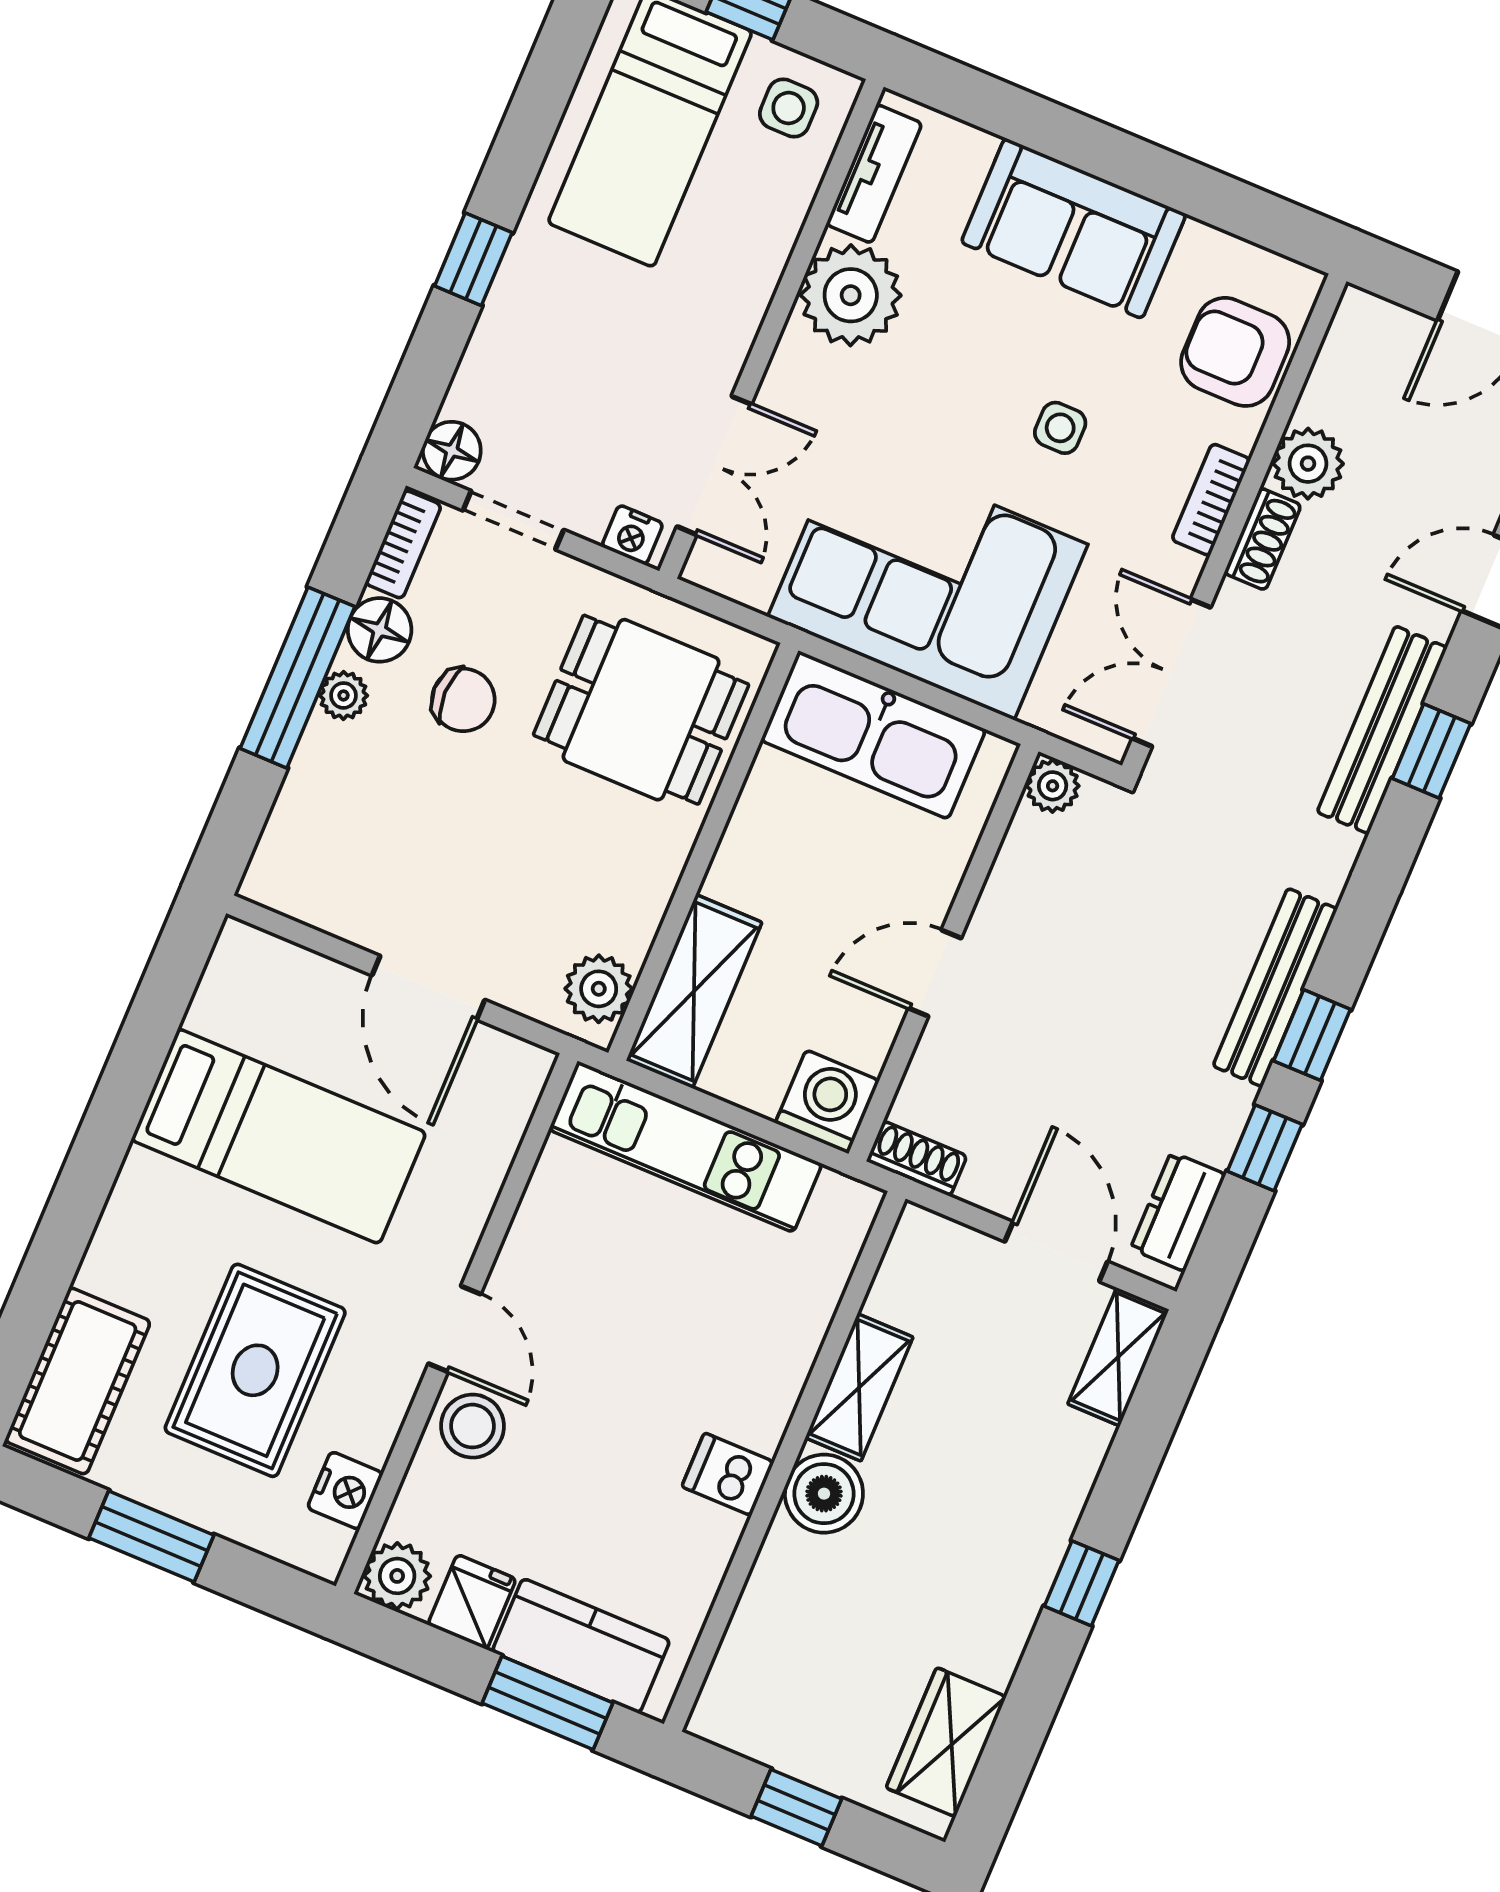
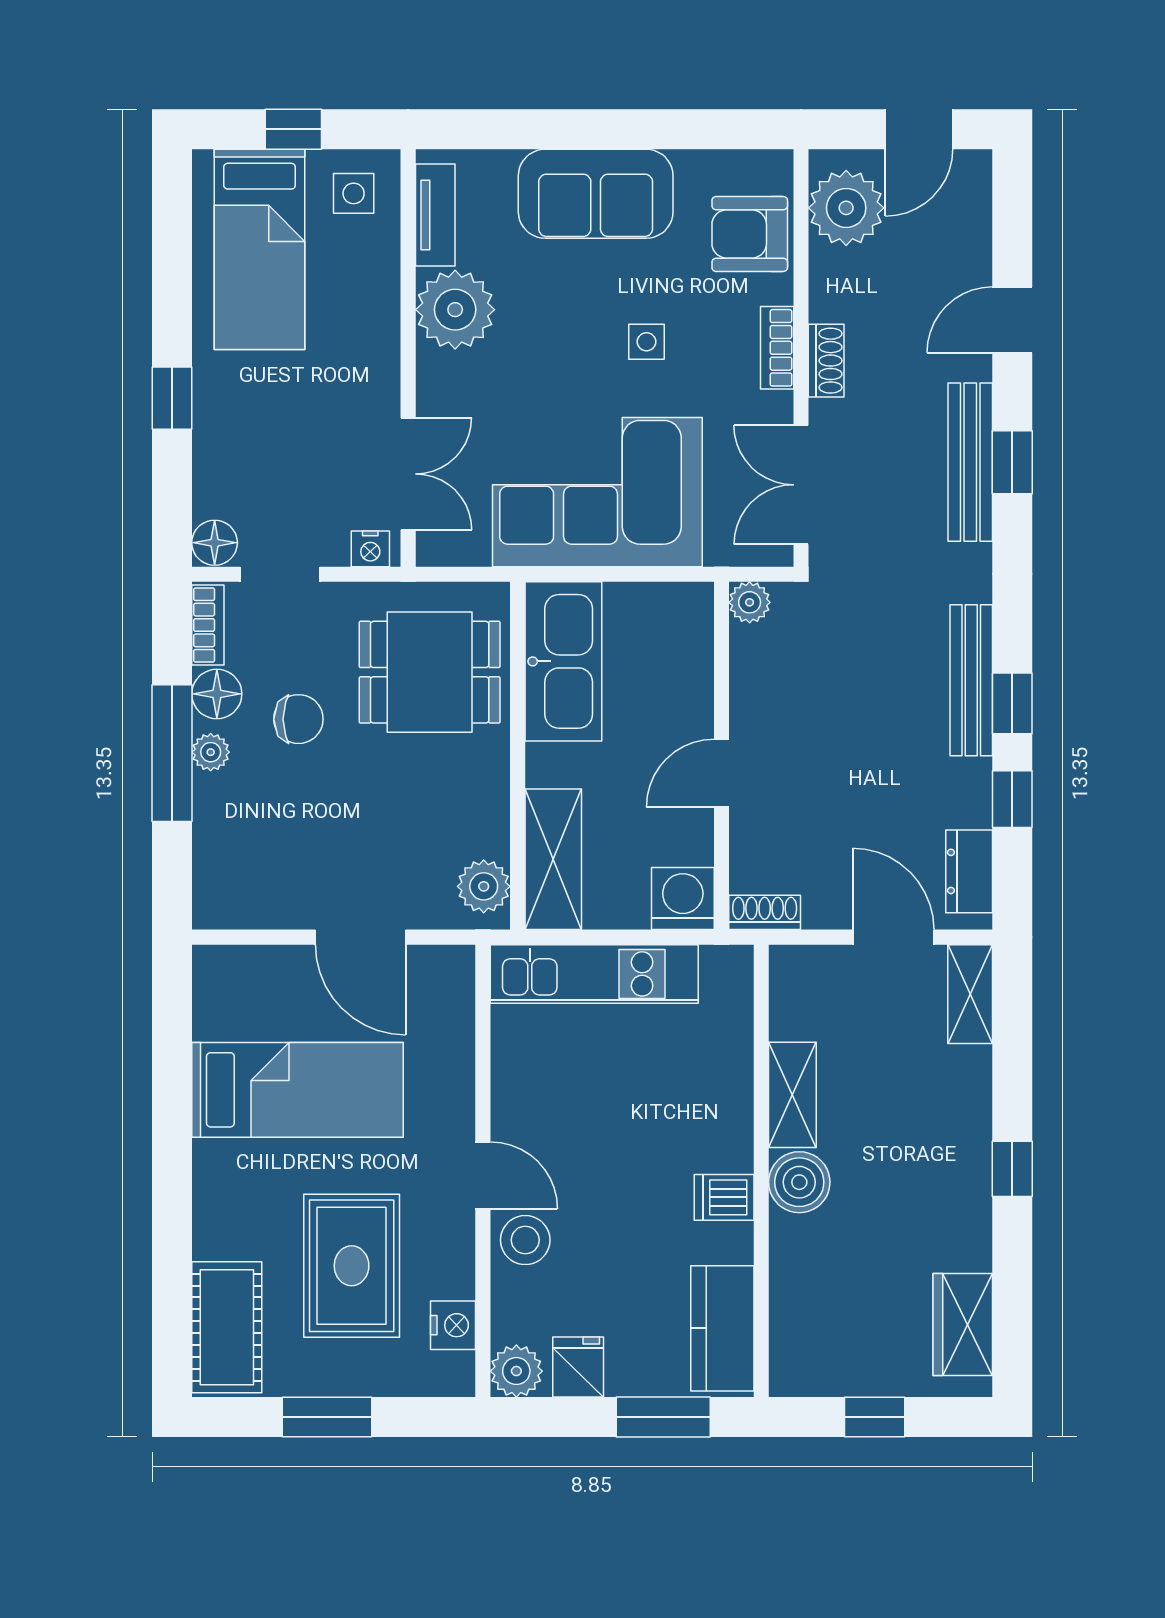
plant: (1308, 464) -> (846, 208), moved, width x1.36, depth x1.36
kitchen sink: (873, 735) -> (563, 661), moved, turned -90
kitchen counter: (581, 1646) -> (722, 1328), moved, turned -90

